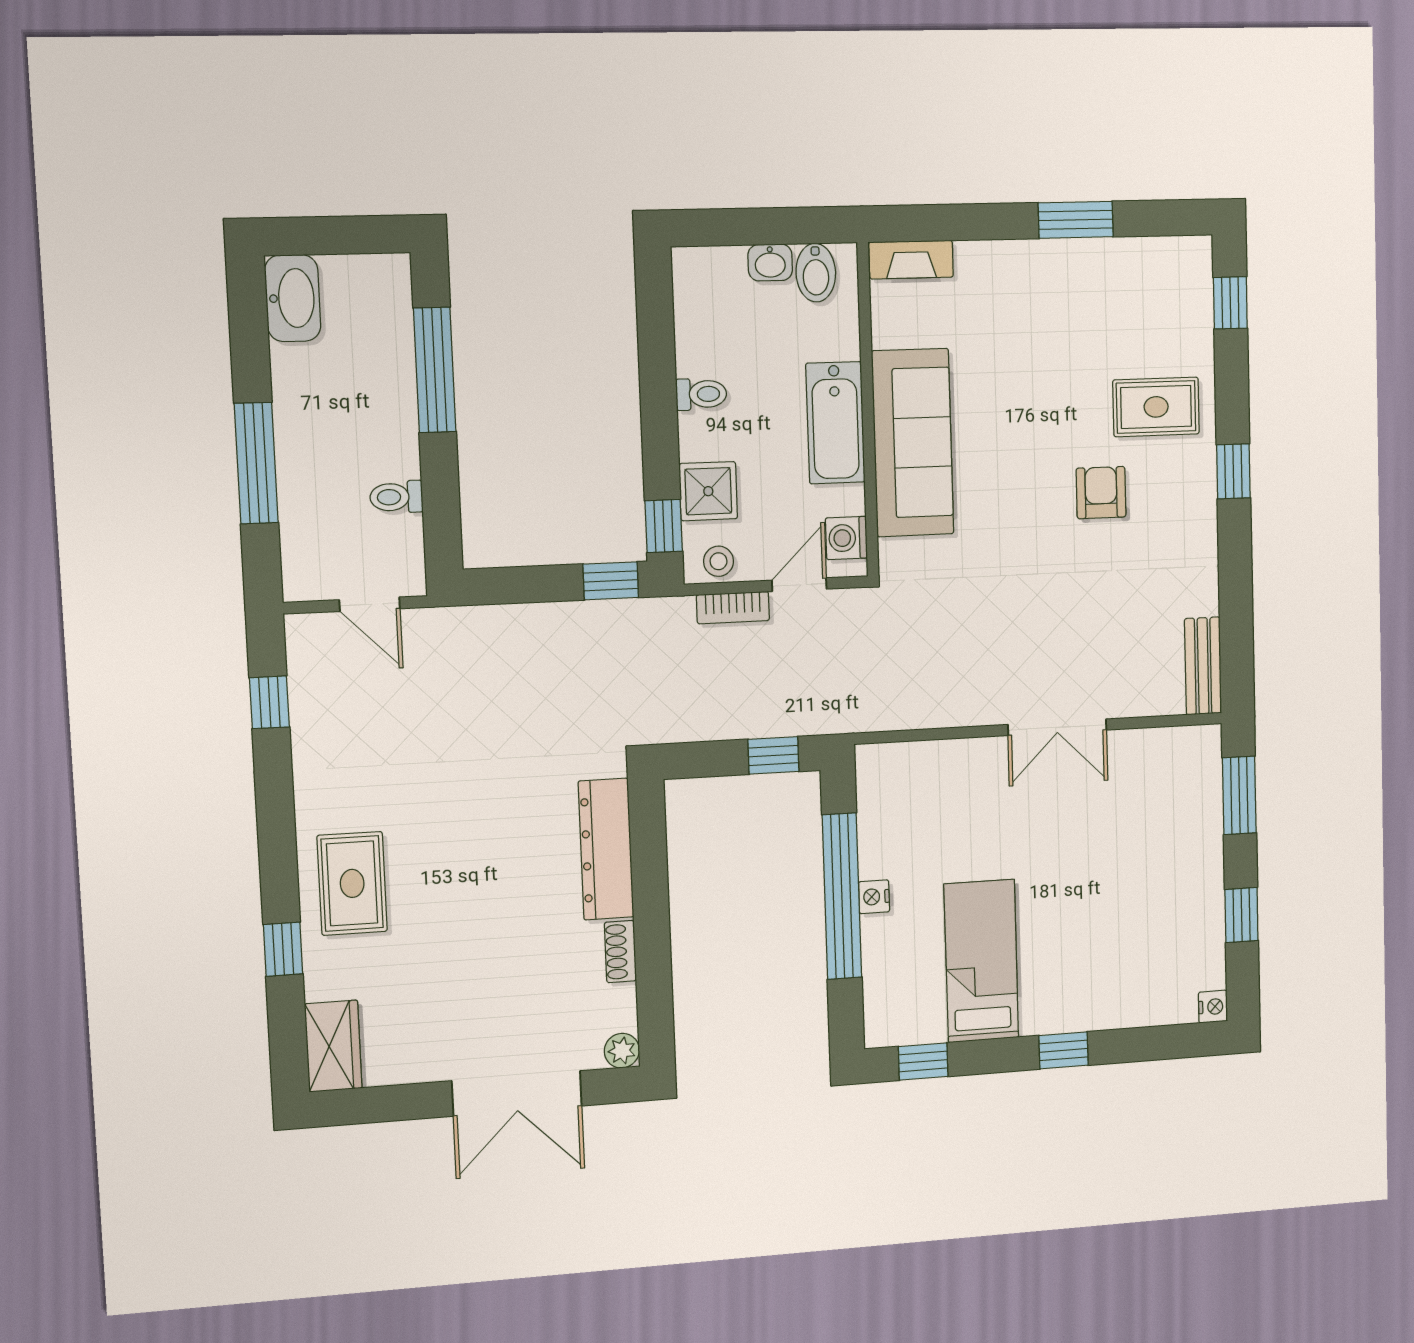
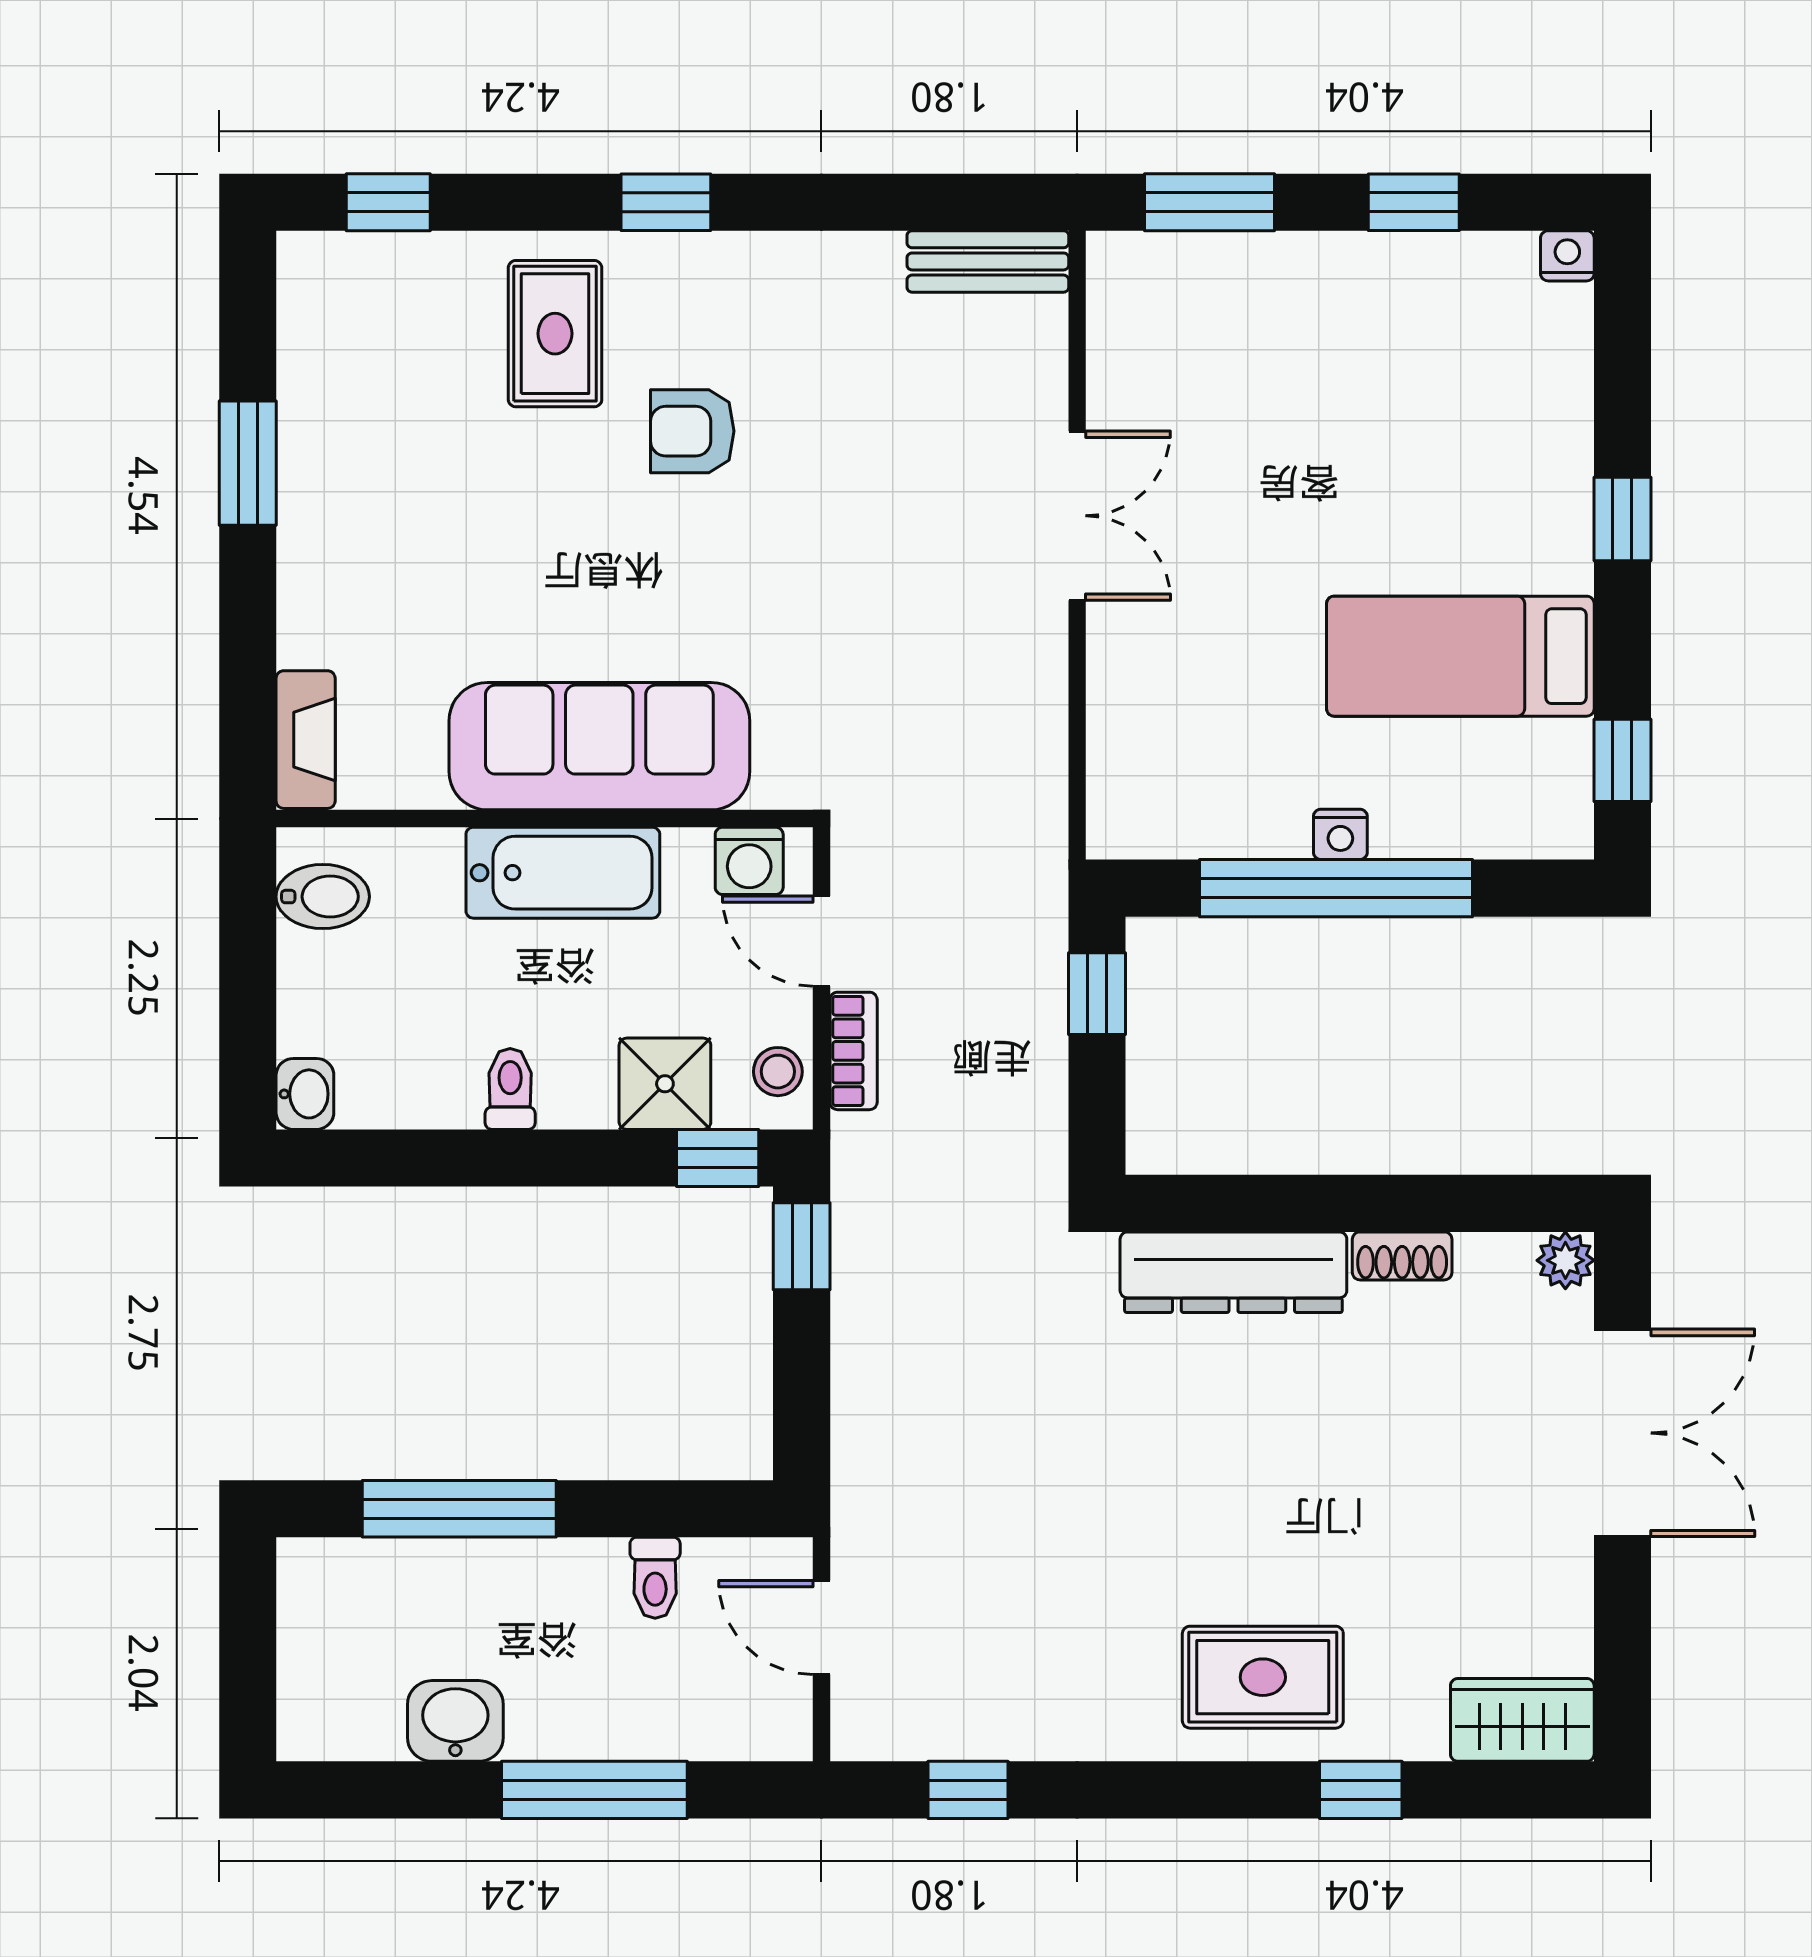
washbasin: (770, 263) -> (305, 1094), moved
washbasin: (293, 298) -> (455, 1721), moved, width x0.72
door: (370, 604) -> (821, 1627), swing flipped

